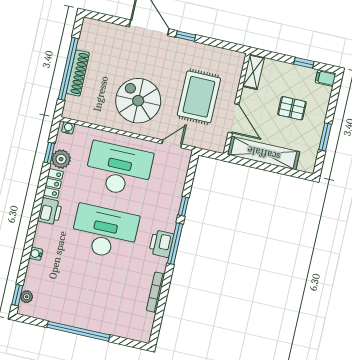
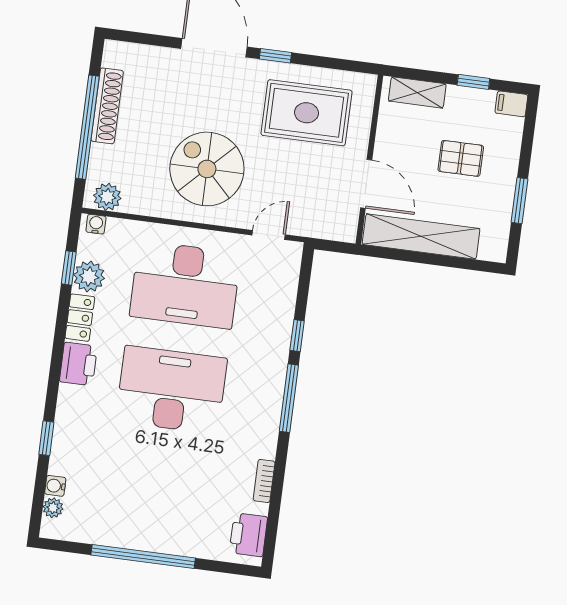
shelving: (253, 72) -> (417, 92), moved, turned 90
shoe rack: (78, 73) -> (107, 106), moved
rug: (199, 97) -> (306, 113), moved, turned 90
plant: (76, 112) -> (107, 197), added
desk: (119, 169) -> (185, 285), turned 180
printer: (161, 244) -> (248, 535), moved
water cooler: (36, 254) -> (55, 486), moved
bookcase: (156, 292) -> (264, 481), width x0.64
window: (17, 295) -> (46, 438), moved

